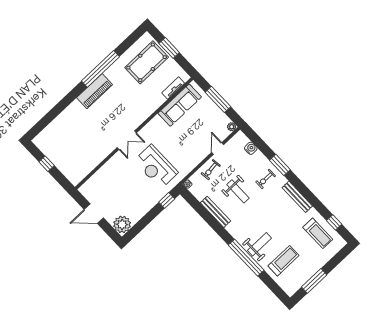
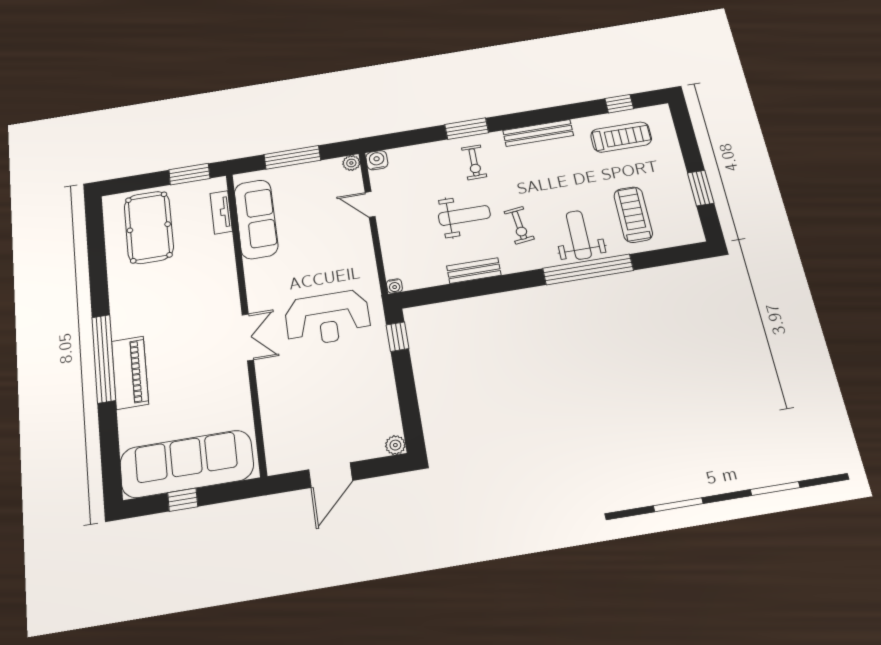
window: (169, 48) -> (189, 174), moved
window: (100, 69) -> (104, 359), moved
piano: (94, 91) -> (130, 373), moved
water cooler: (251, 148) -> (377, 160), moved
sofa: (61, 155) -> (187, 464), added
exercise bike: (211, 170) -> (519, 225), moved
bench: (215, 212) -> (474, 271), width x0.73
plant: (122, 224) -> (395, 445), width x0.53, depth x0.53
window: (314, 281) -> (701, 188), width x0.69

